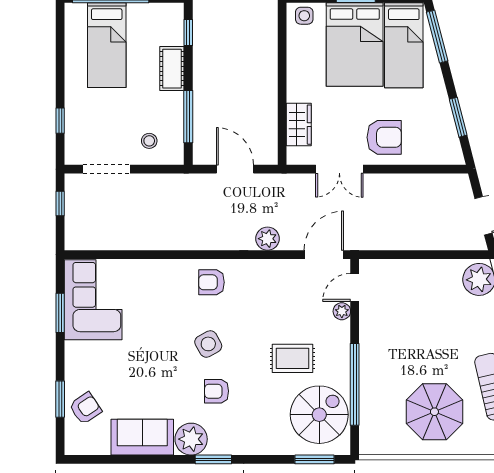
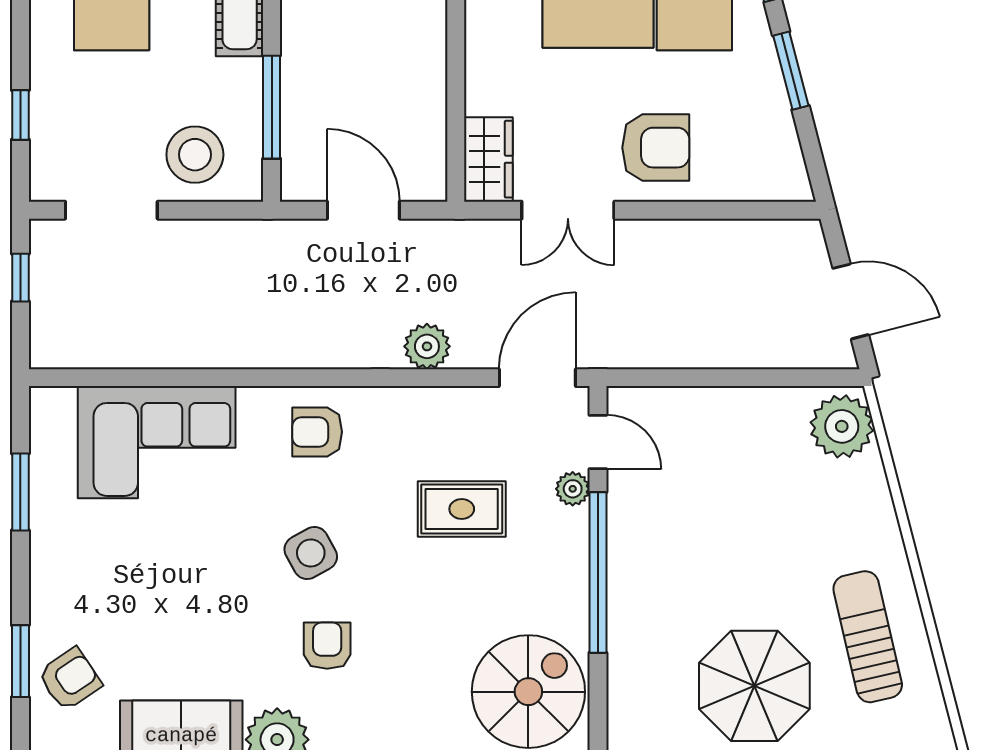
window: (458, 117) -> (791, 71), moved
wardrobe: (299, 125) -> (488, 159), moved
stool: (149, 141) -> (195, 155), width x1.89, depth x1.89
door: (355, 287) -> (598, 442), swing flipped
corner sofa: (93, 300) -> (157, 442), moved, turned 90
rug: (293, 358) -> (462, 509), moved
window: (355, 384) -> (598, 572), moved
armchair: (217, 391) -> (327, 646), turned 90

